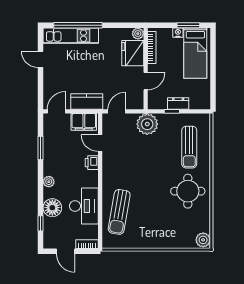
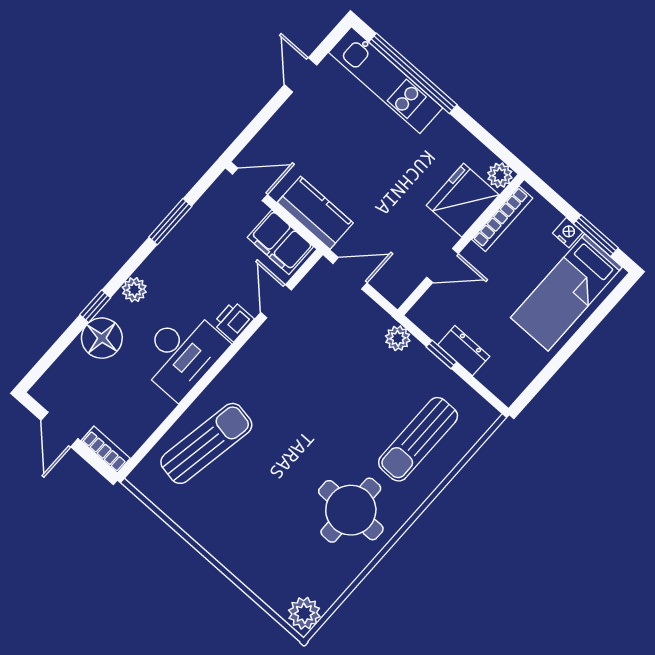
plant: (147, 124) -> (398, 338), width x0.53, depth x0.53
desk: (84, 206) -> (182, 353), moved
sun lounger: (119, 212) -> (206, 443), turned 180
window: (41, 223) -> (95, 306), moved

